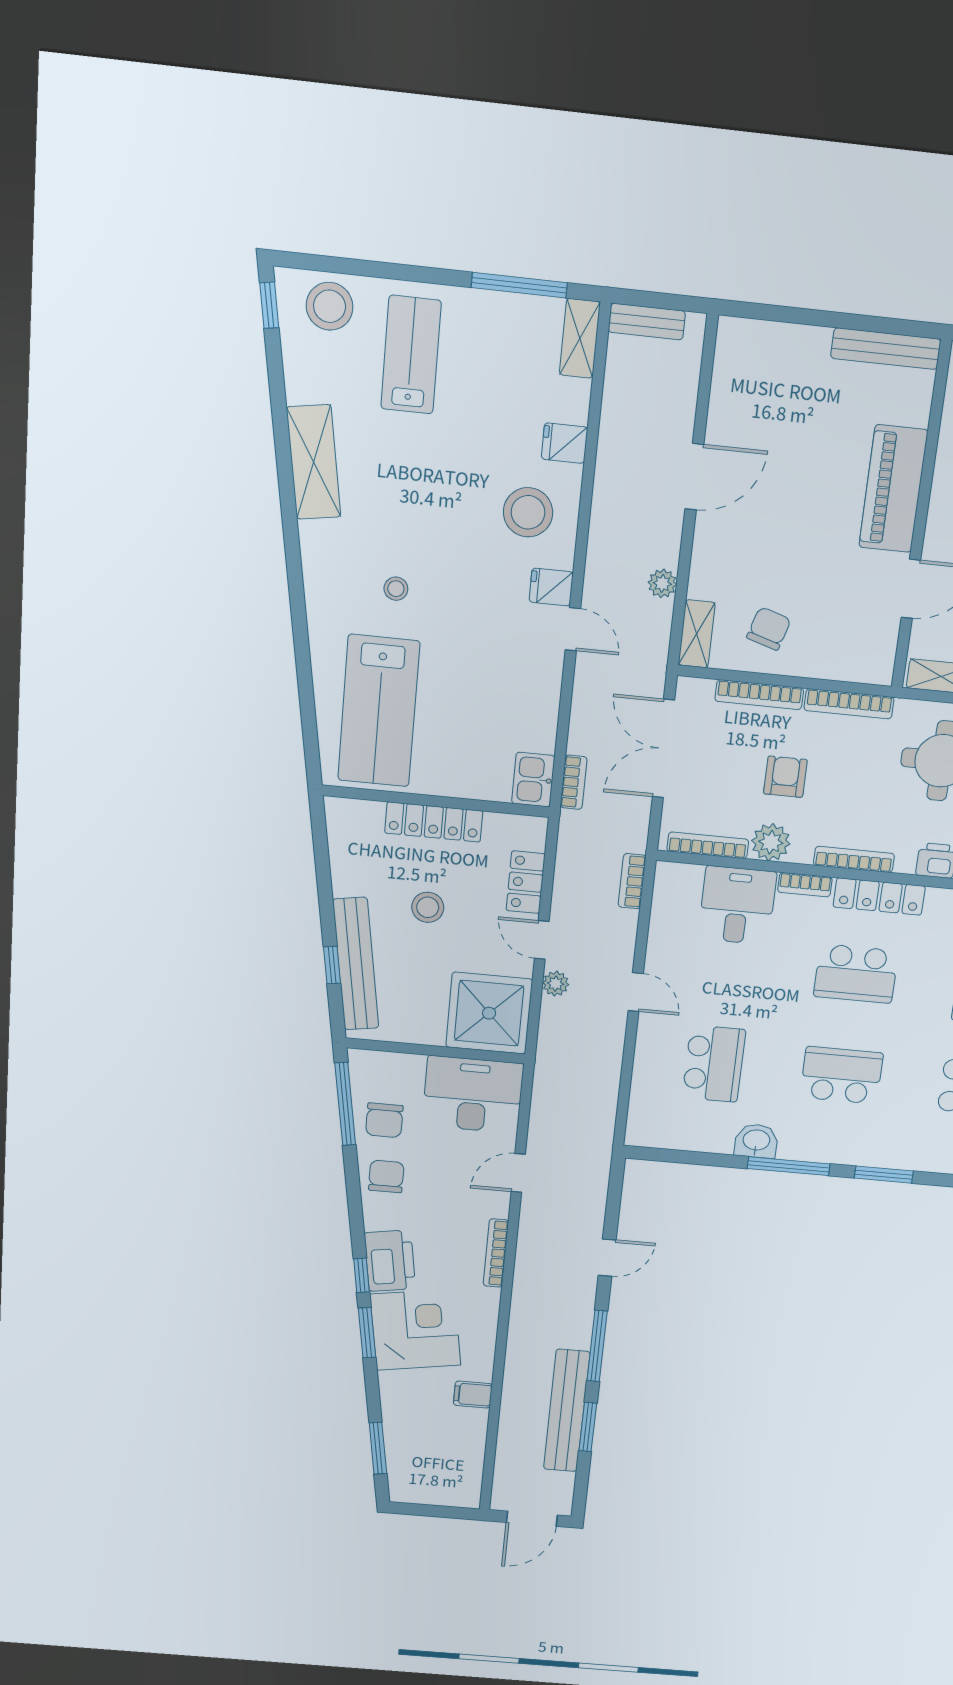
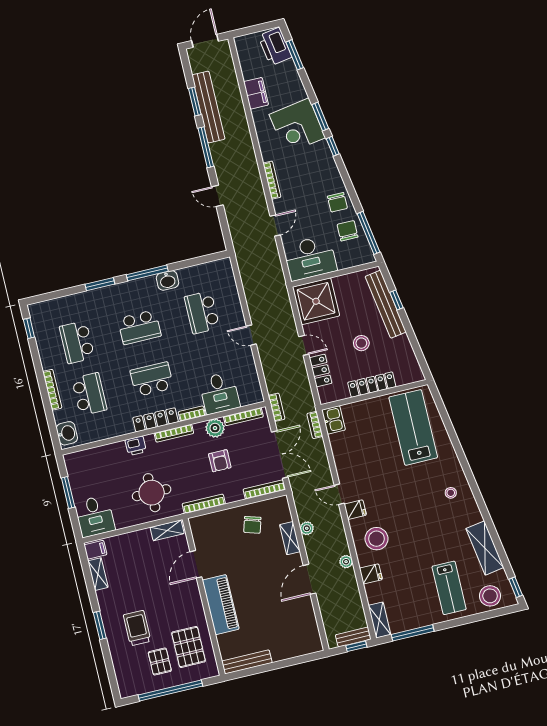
window: (647, 299) -> (356, 646), added
shelving: (314, 462) -> (485, 548), moved
stool: (396, 589) -> (451, 493), moved
shelving: (697, 634) -> (290, 538), moved
bookcase: (759, 695) -> (264, 489), moved
bookcase: (632, 881) -> (277, 407), moved
plant: (556, 984) -> (346, 562), moved
door: (607, 1258) -> (217, 196), hinge flipped
printer: (390, 1261) -> (275, 47), moved
filing cabinet: (473, 1395) -> (256, 93), width x2.00

